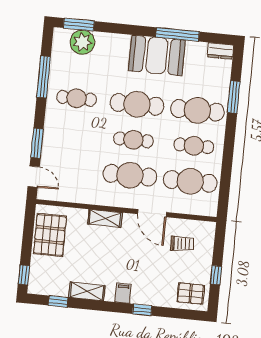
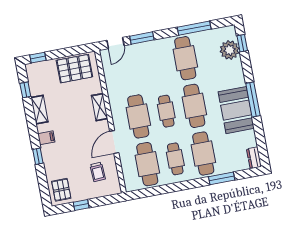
window: (79, 25) -> (242, 43), width x0.67
window: (177, 34) -> (253, 99), moved
cafe table: (77, 98) -> (185, 58), width x1.37, depth x1.35

